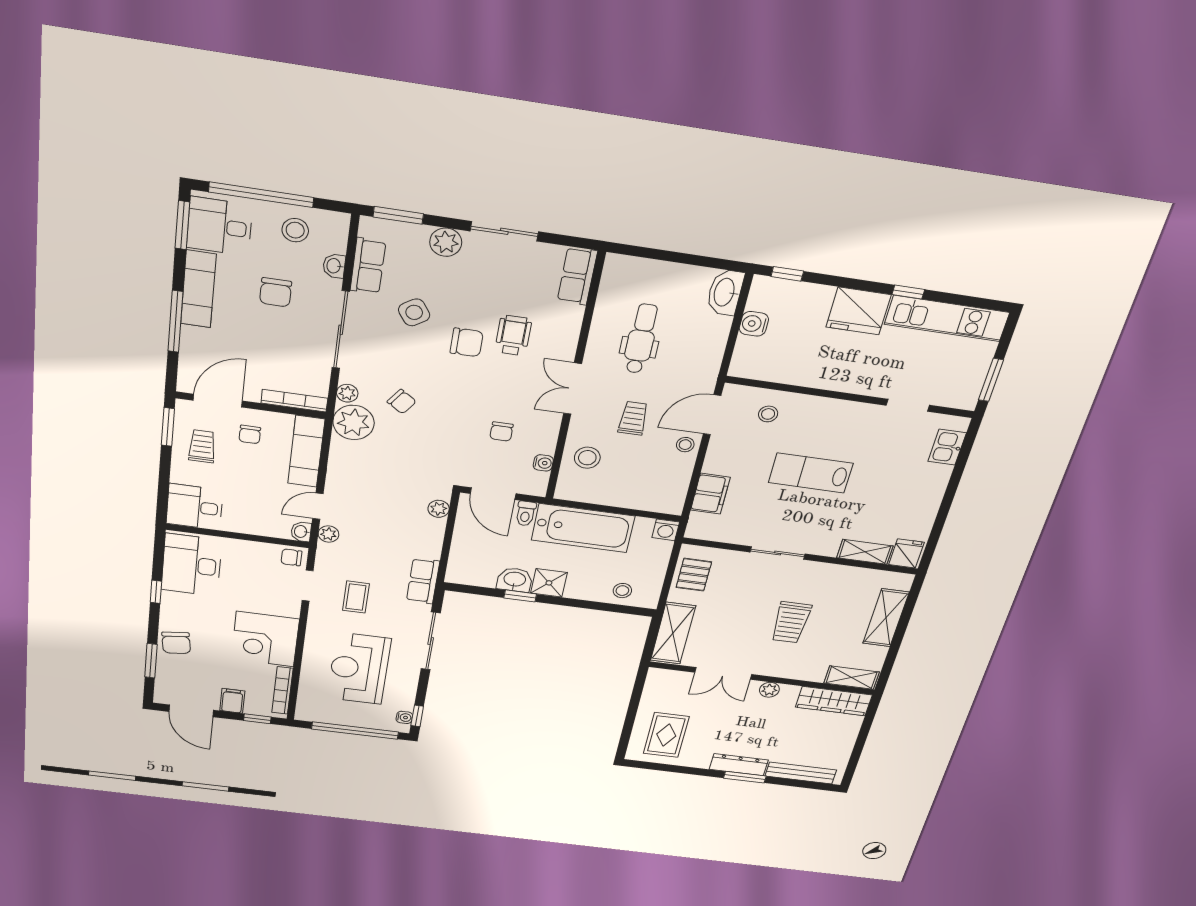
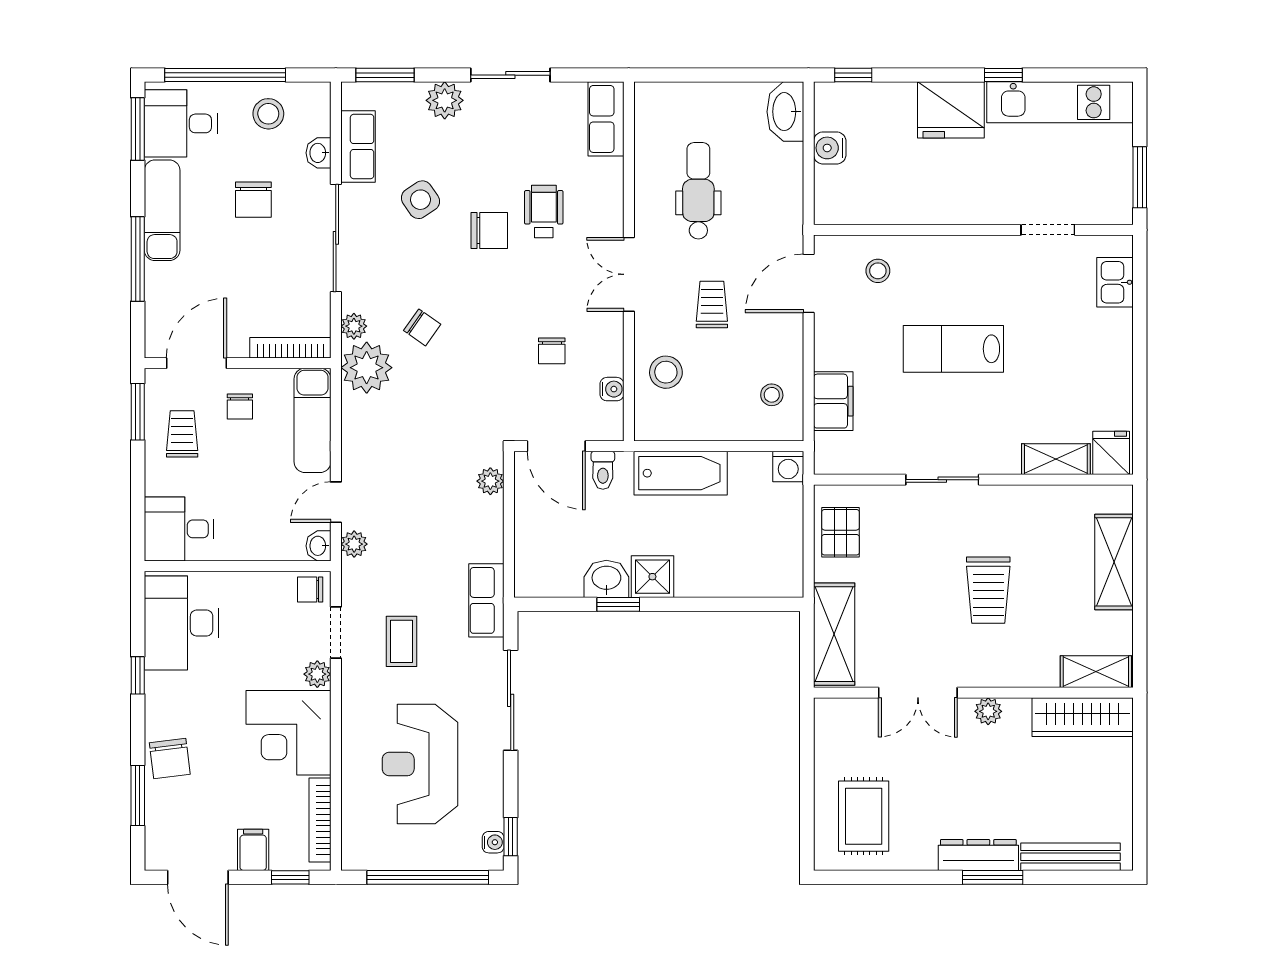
stool: (685, 445) -> (772, 395), moved
bathtub: (583, 528) -> (681, 473), width x0.73, depth x0.73
stool: (622, 591) -> (752, 574), removed
plant: (291, 608) -> (317, 674), added

